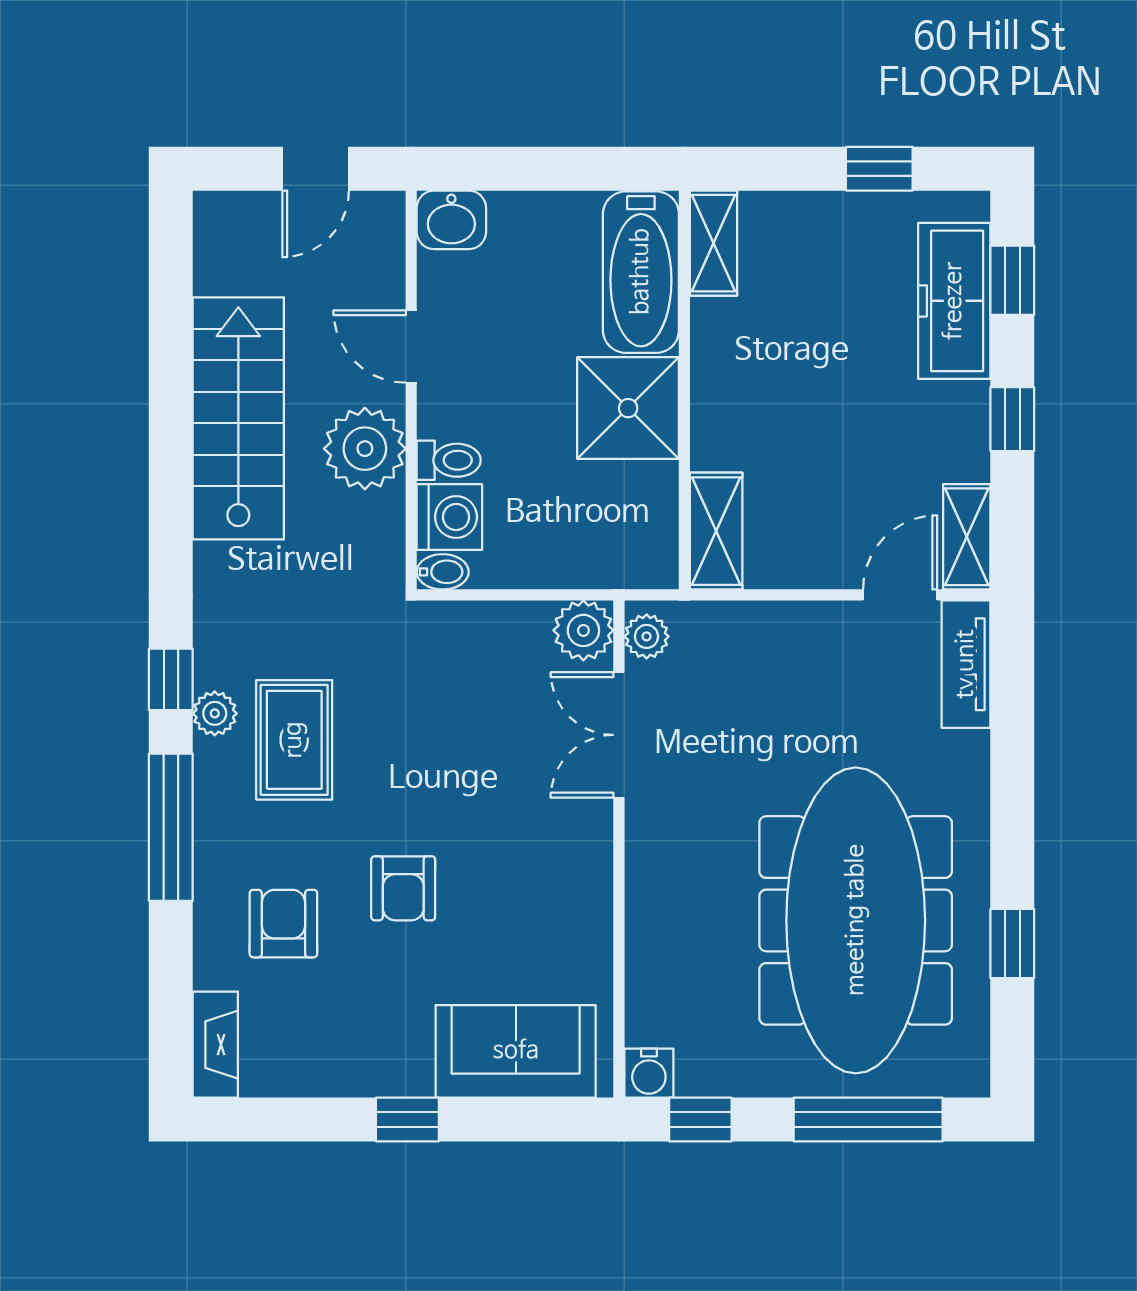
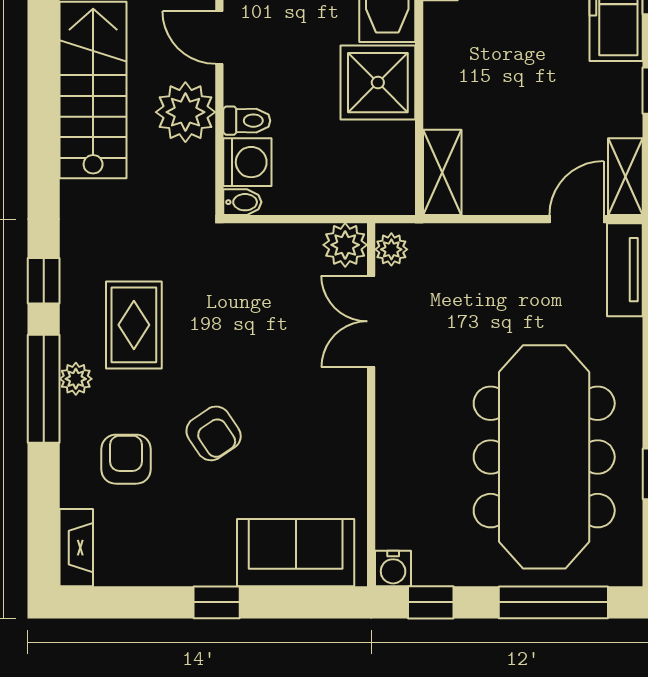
plant: (215, 713) -> (76, 379), moved
armchair: (403, 888) -> (214, 433), turned -34

